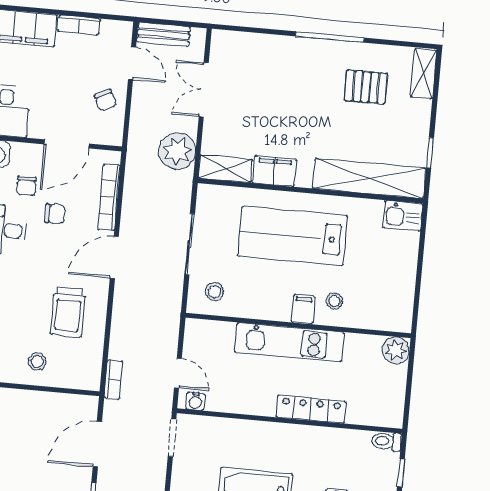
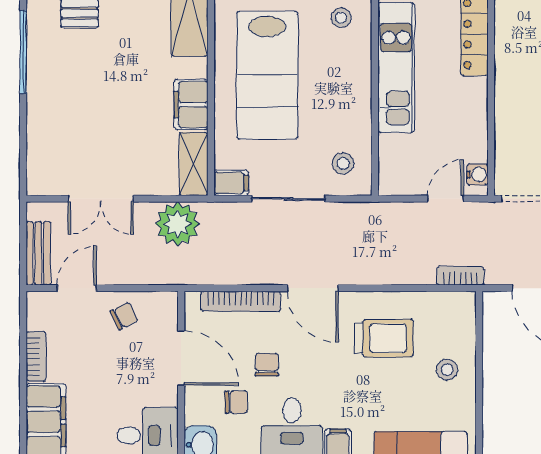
filing cabinet: (303, 309) -> (231, 183), moved, turned 180

